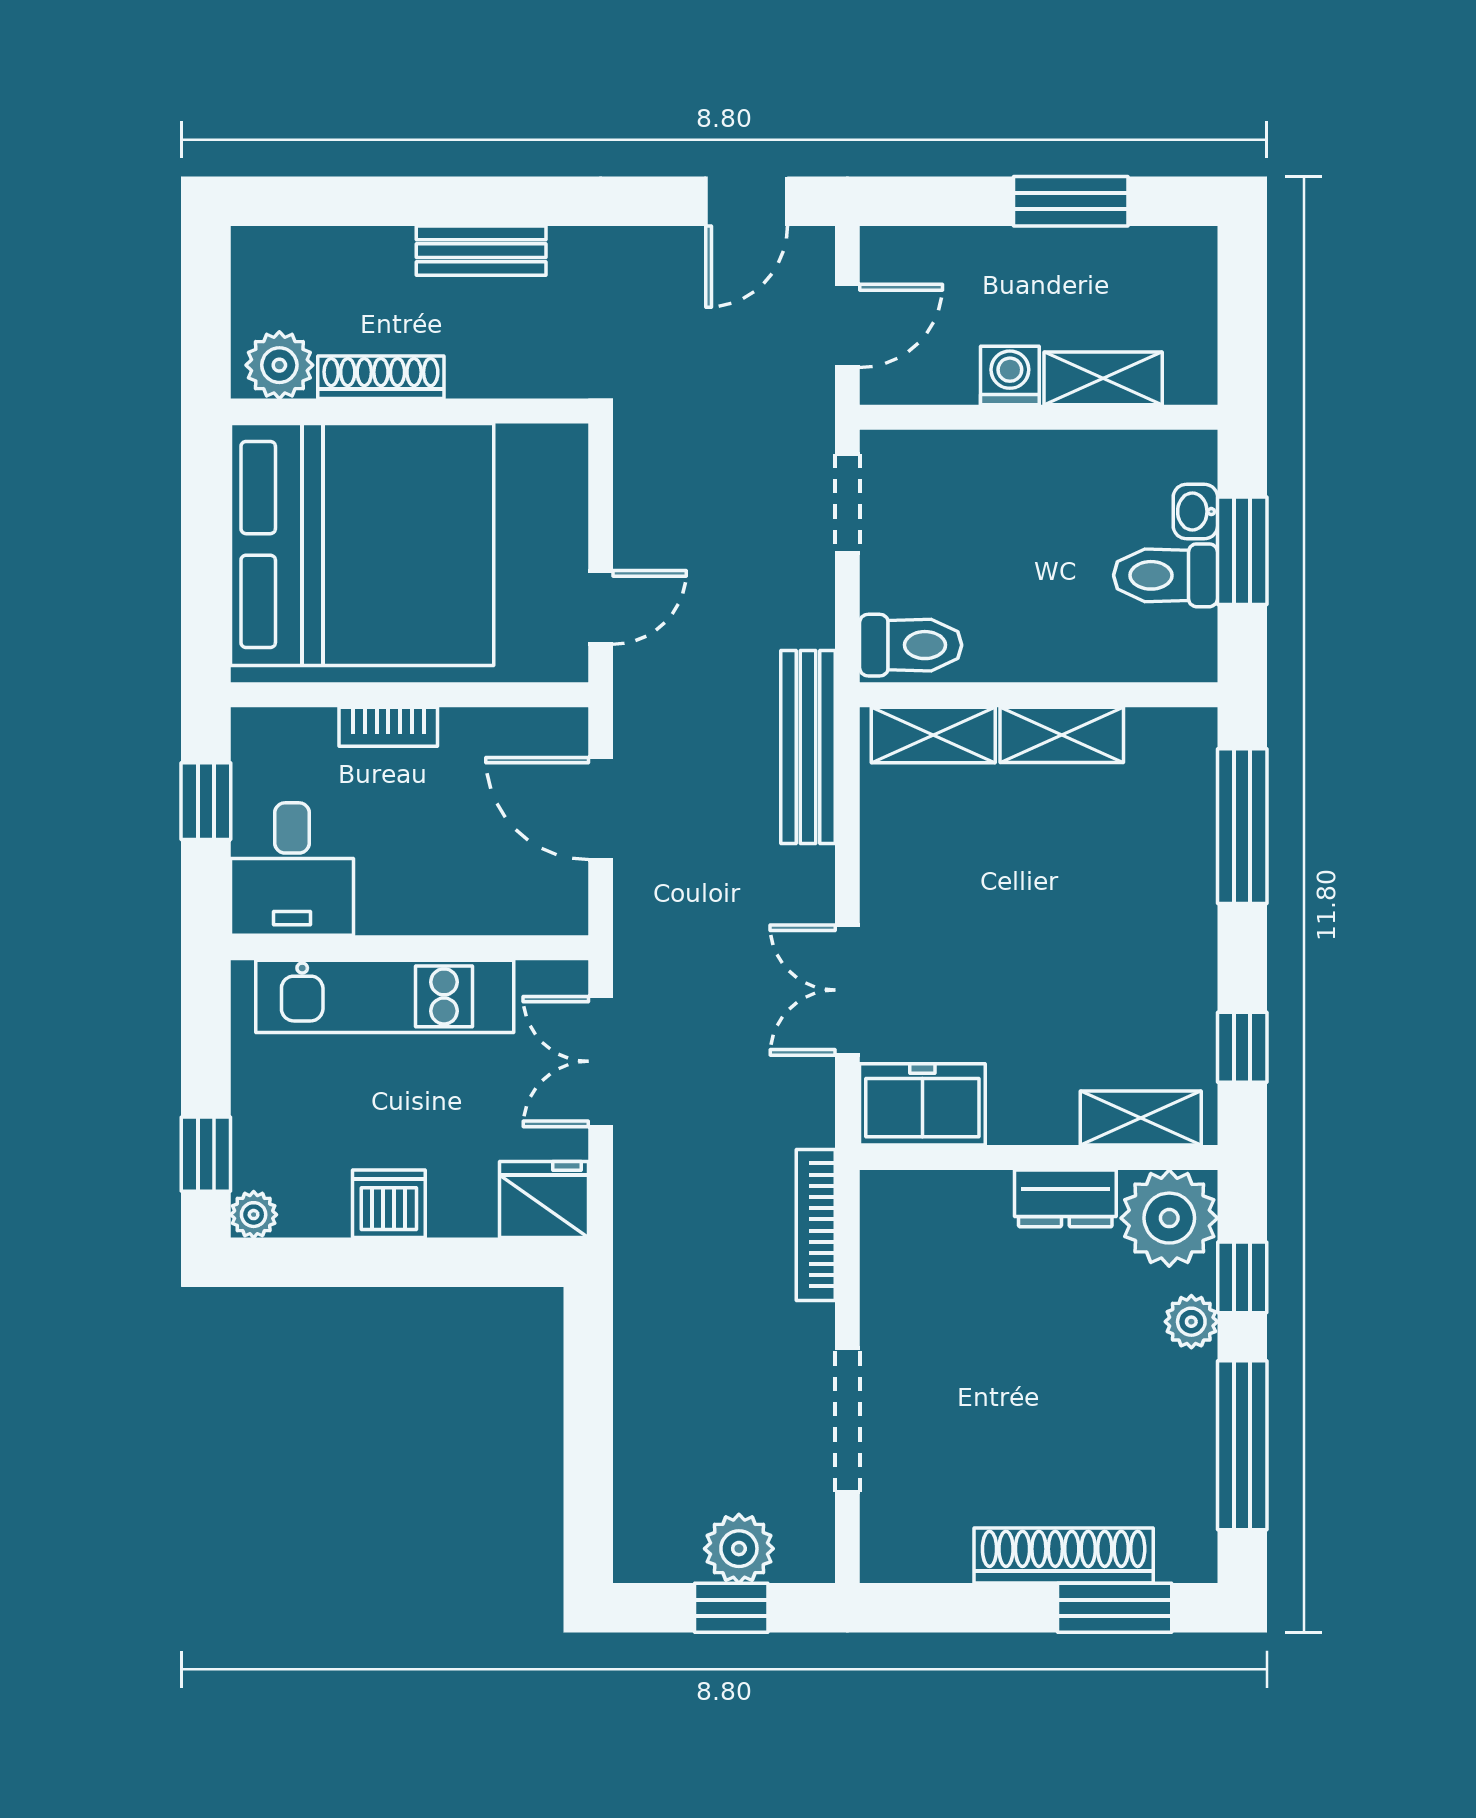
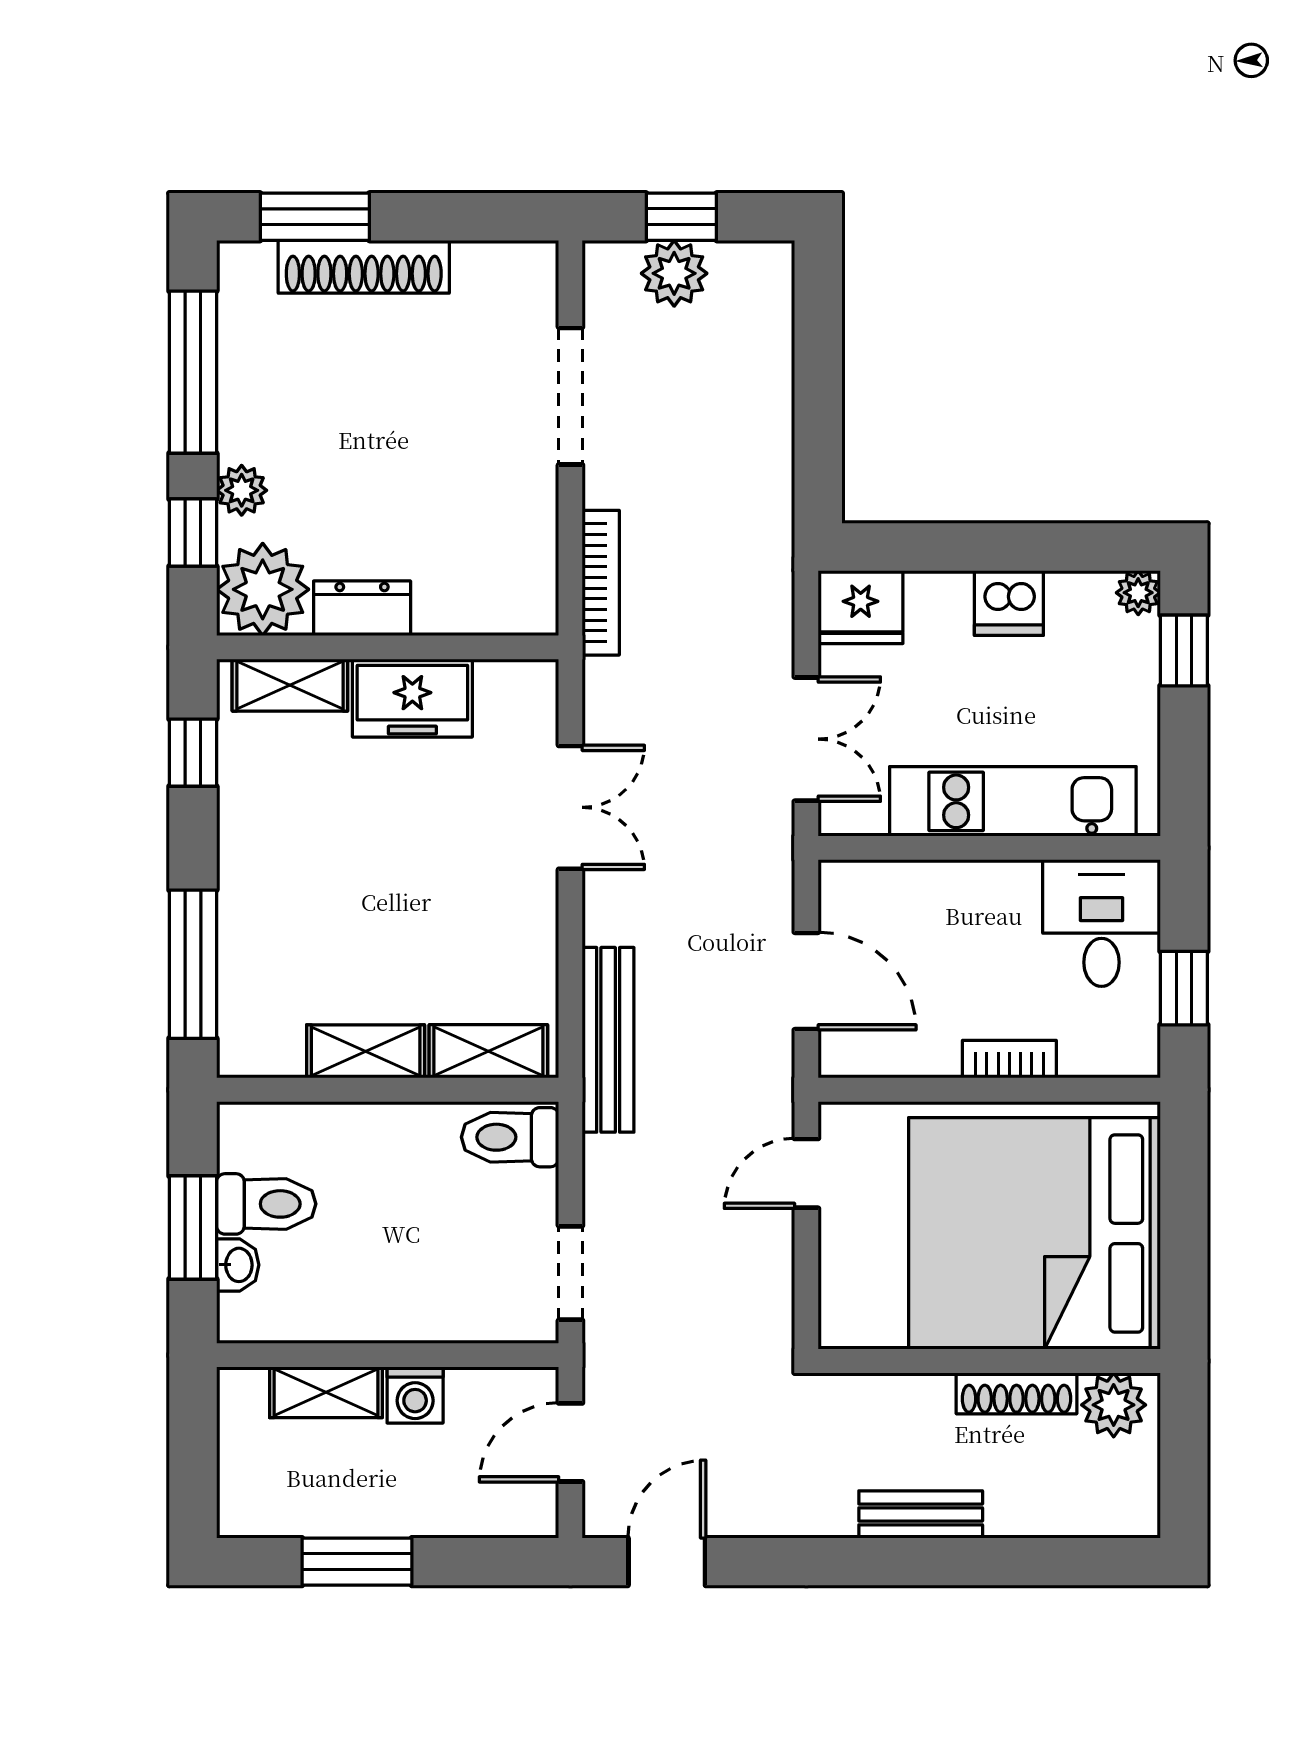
freezer: (922, 1104) -> (412, 698), moved

